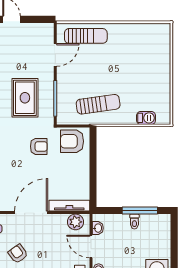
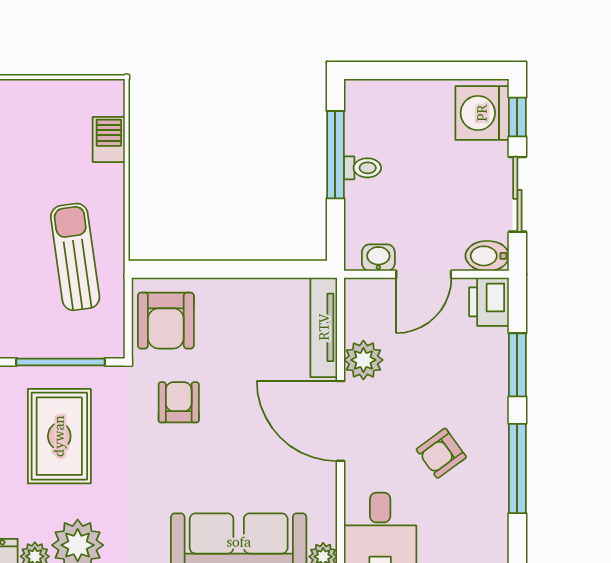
rug: (25, 98) -> (59, 436), turned 90
plant: (76, 222) -> (363, 360), moved

